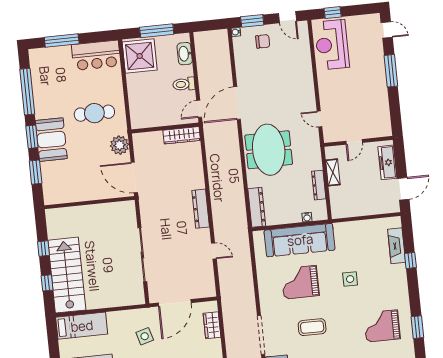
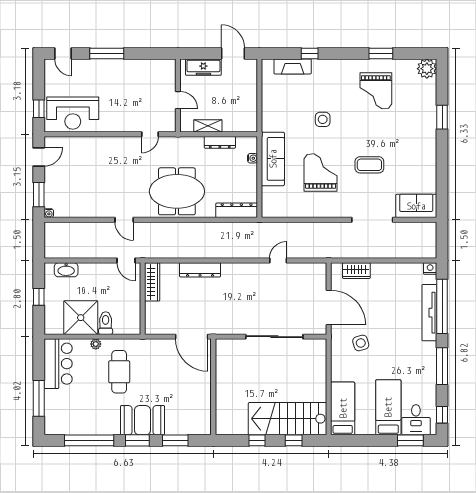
door: (387, 30) -> (63, 53), swing flipped
window: (157, 31) -> (39, 297), width x0.46
chair: (263, 41) -> (62, 186), removed
shower: (140, 56) -> (81, 318), moved
toilet: (184, 84) -> (106, 323), moved, turned 180
door: (237, 103) -> (124, 220), width x0.53
plant: (120, 145) -> (96, 344), moved, width x0.53, depth x0.53
door: (134, 177) -> (192, 337), hinge flipped
dresser: (201, 209) -> (200, 270), moved
sofa: (300, 240) -> (273, 159), width x0.74, depth x0.79
grand piano: (300, 282) -> (321, 173), turned 180
coffee table: (312, 327) -> (369, 165), turned 90

